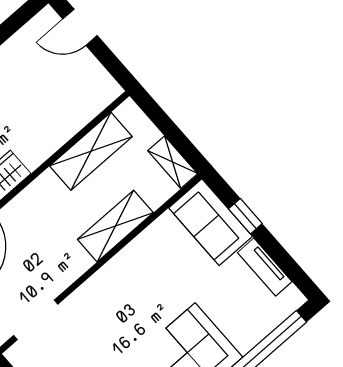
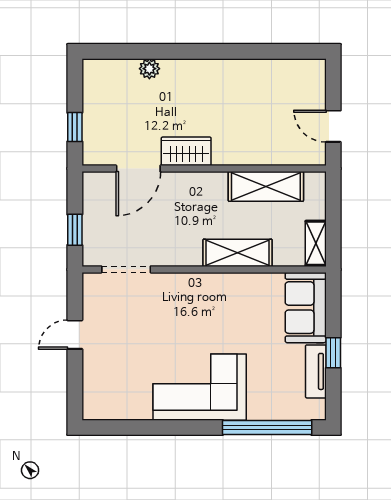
door: (80, 27) -> (333, 126), moved
window: (245, 216) -> (333, 353), moved

